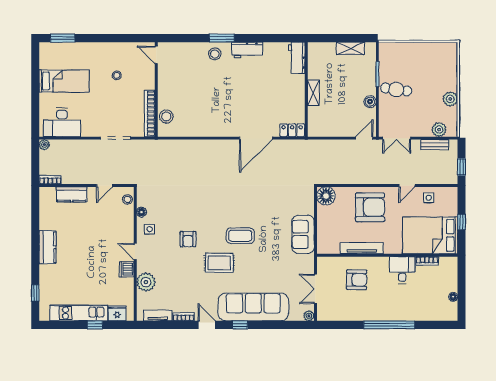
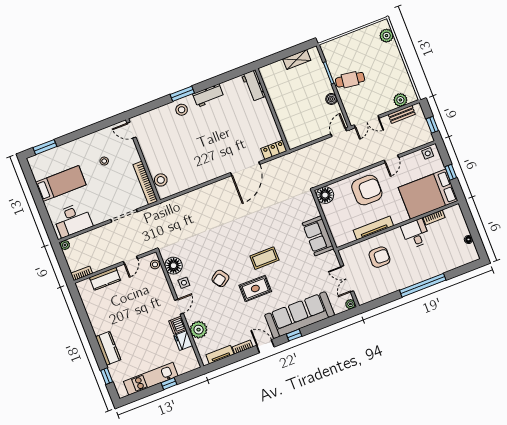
shelving: (313, 93) -> (280, 110), removed
plant: (450, 99) -> (387, 36), moved
side table: (429, 198) -> (428, 153), moved
floor lamp: (141, 212) -> (174, 266), width x1.89, depth x1.89
armchair: (188, 239) -> (220, 278), turned 56
kitchen counter: (48, 247) -> (108, 348), moved
door: (135, 251) -> (179, 307), swing flipped
fridge: (117, 313) -> (183, 340), moved, turned -90

